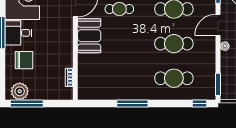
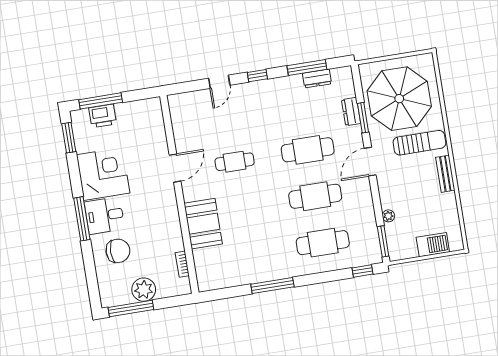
booth: (89, 36) -> (203, 224), moved
plant: (225, 46) -> (388, 216), moved
plant: (20, 91) -> (144, 290), moved

